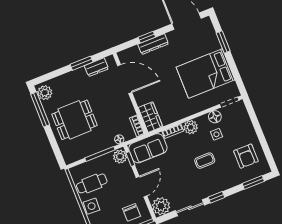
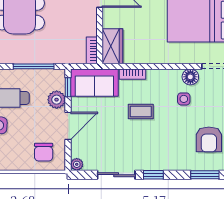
plant: (191, 127) -> (156, 78), removed
floor lamp: (119, 139) -> (64, 58), removed
plant: (120, 157) -> (57, 100), moved
coffee table: (205, 161) -> (141, 111), moved
plant: (161, 206) -> (77, 164), width x0.53, depth x0.53

